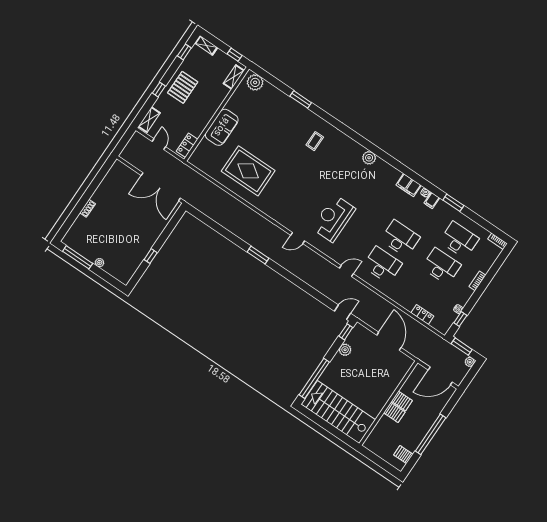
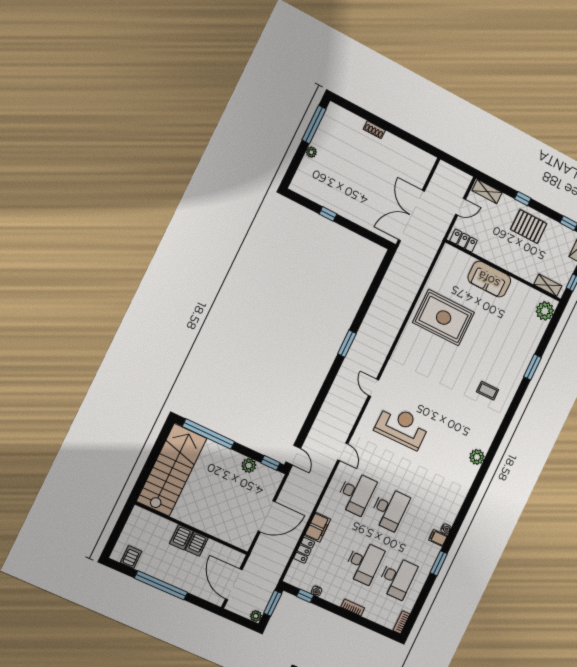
rug: (248, 171) -> (444, 318), turned 90
filing cabinet: (409, 185) -> (318, 527), moved, turned 180

